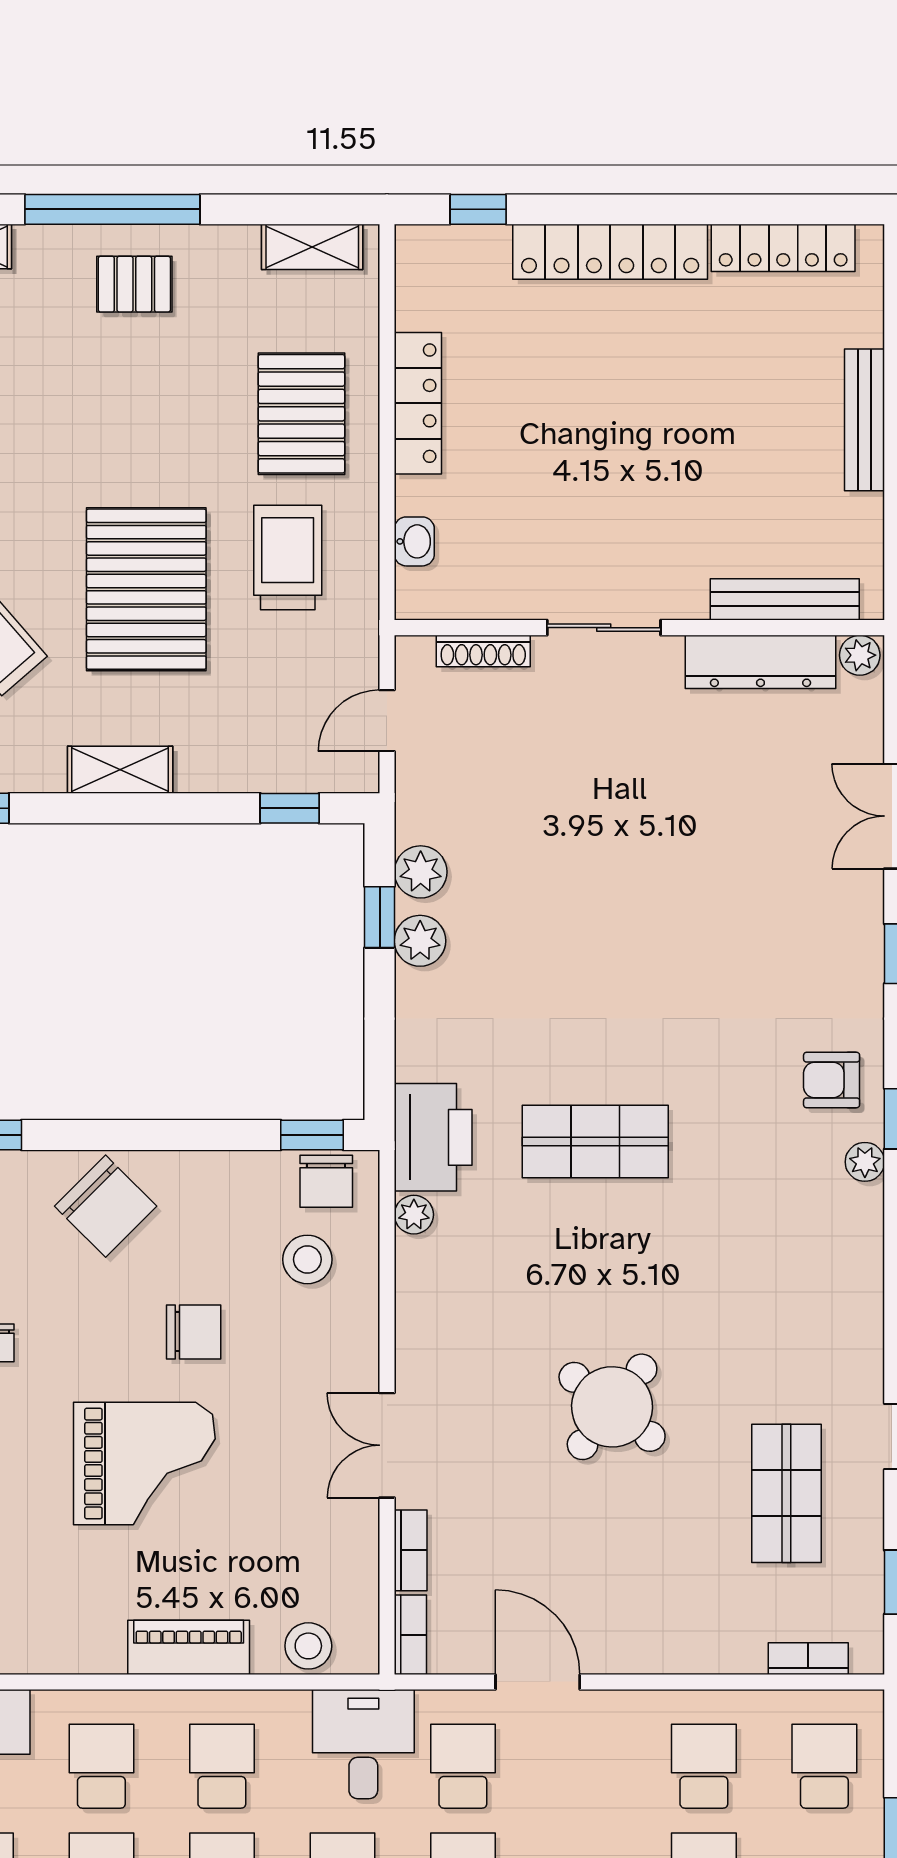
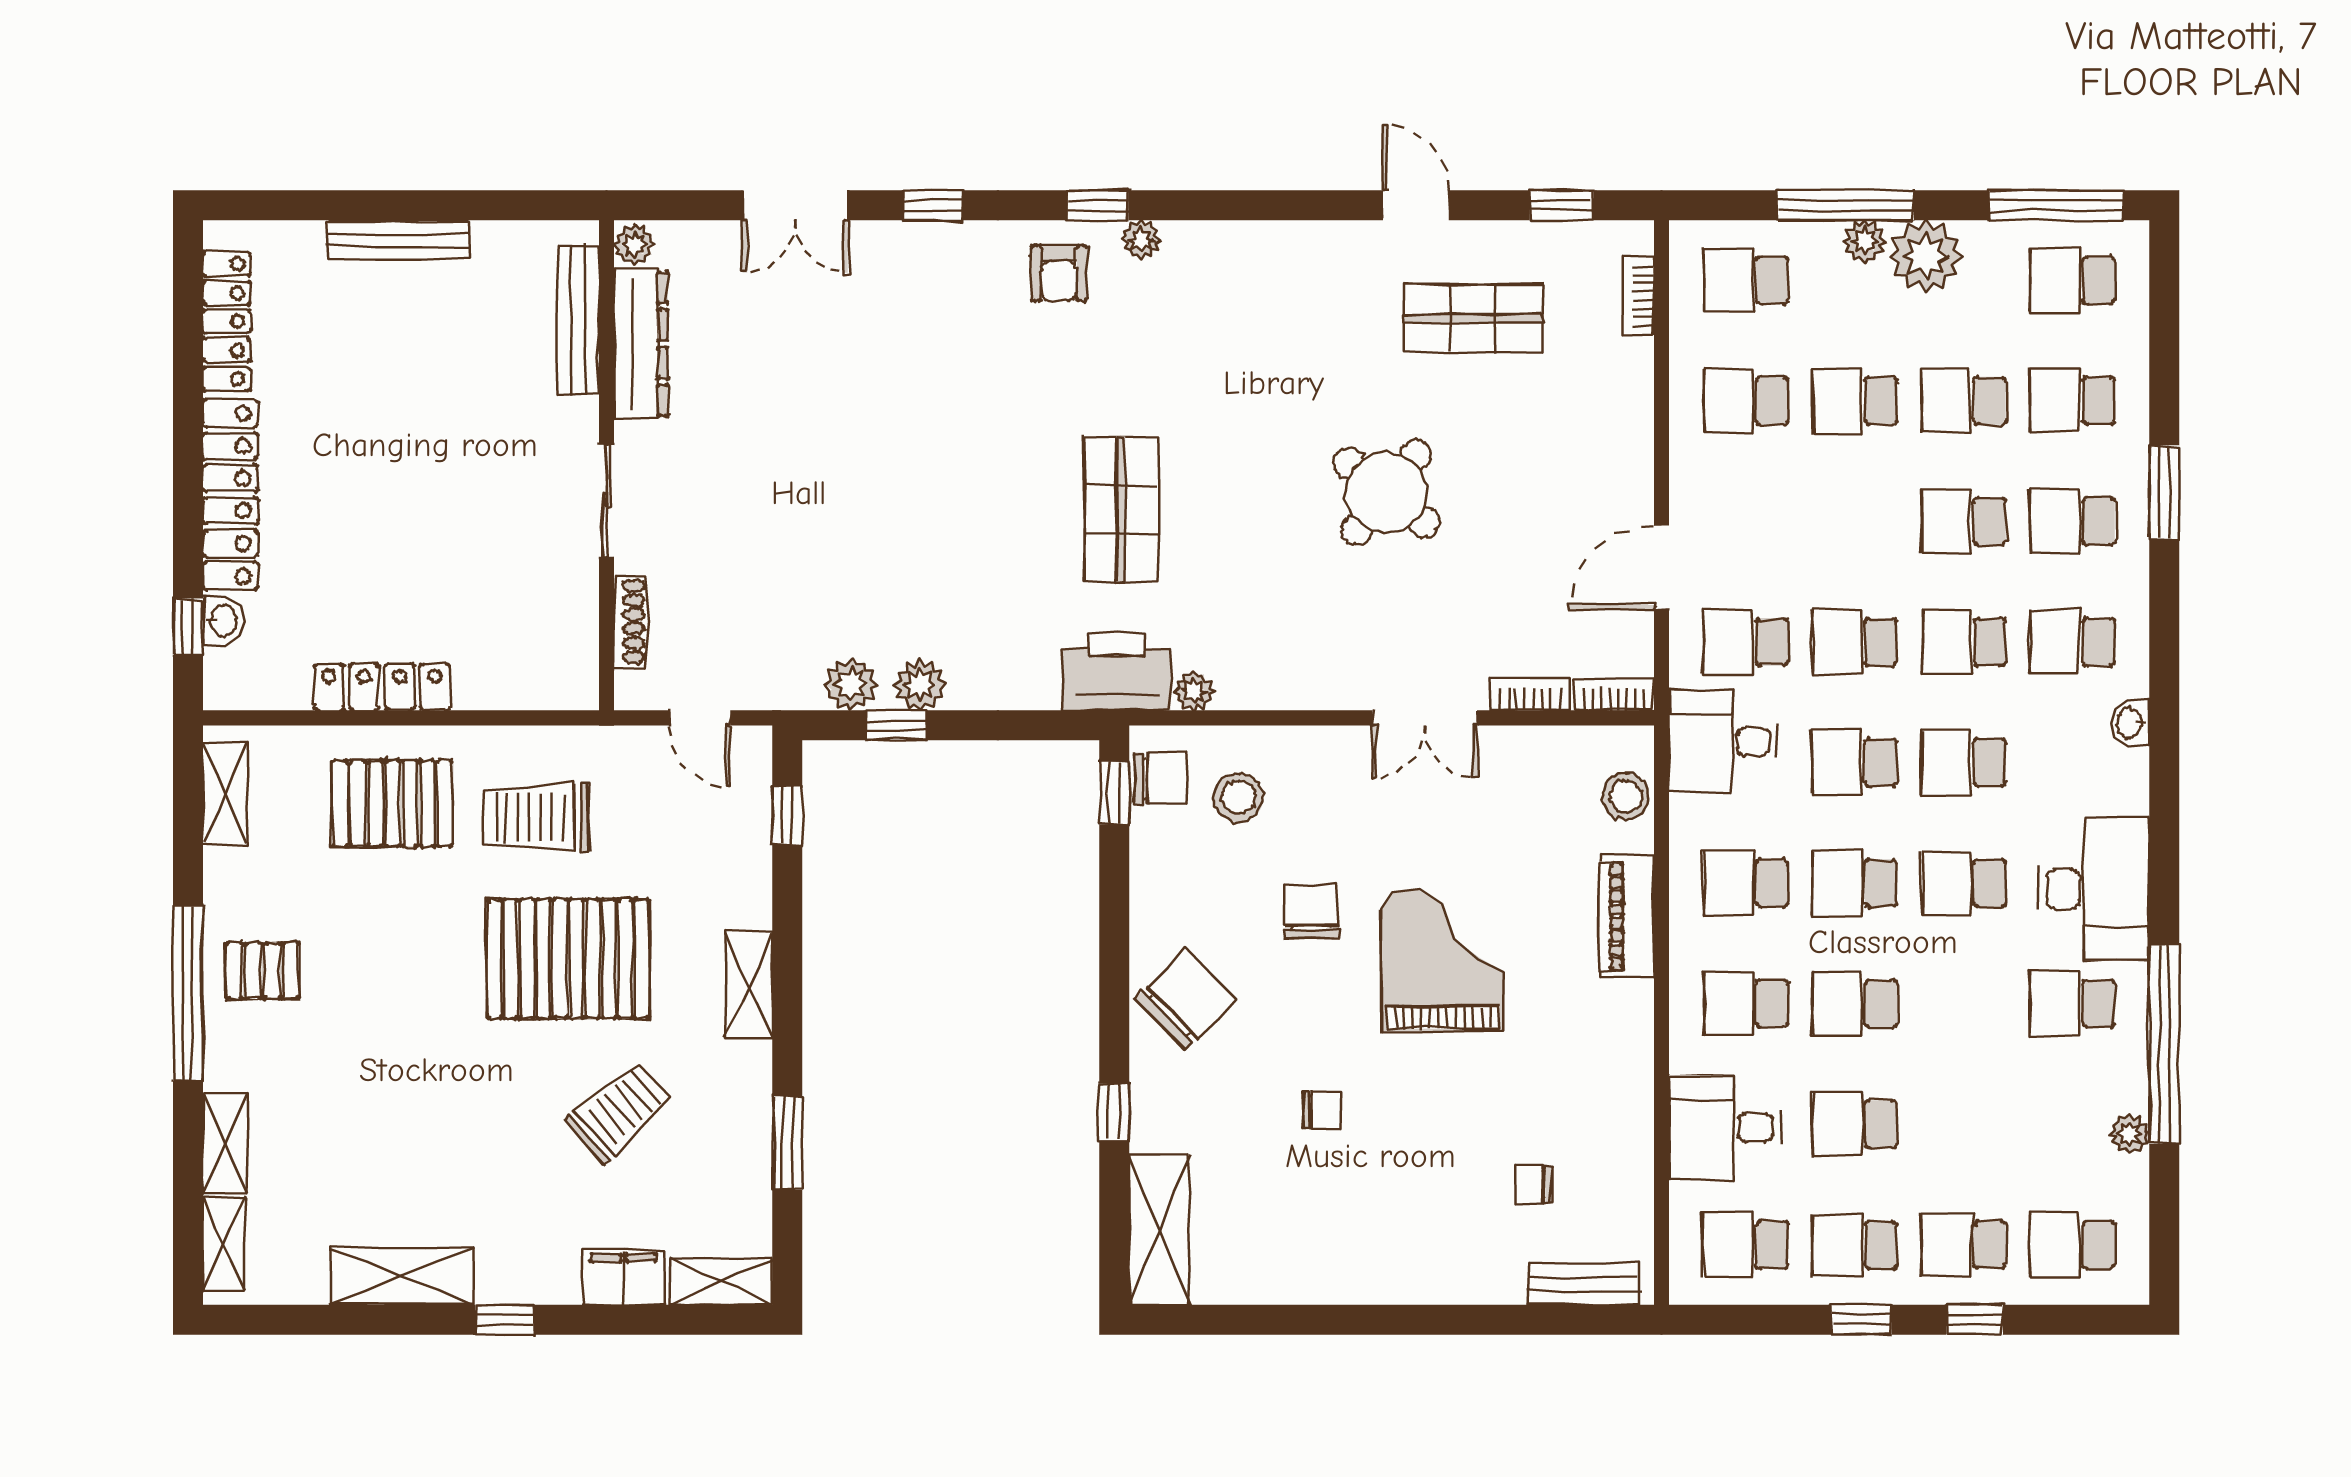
pallet: (134, 284) -> (263, 971), turned 90
washbasin: (414, 541) -> (223, 621), moved, turned 90

